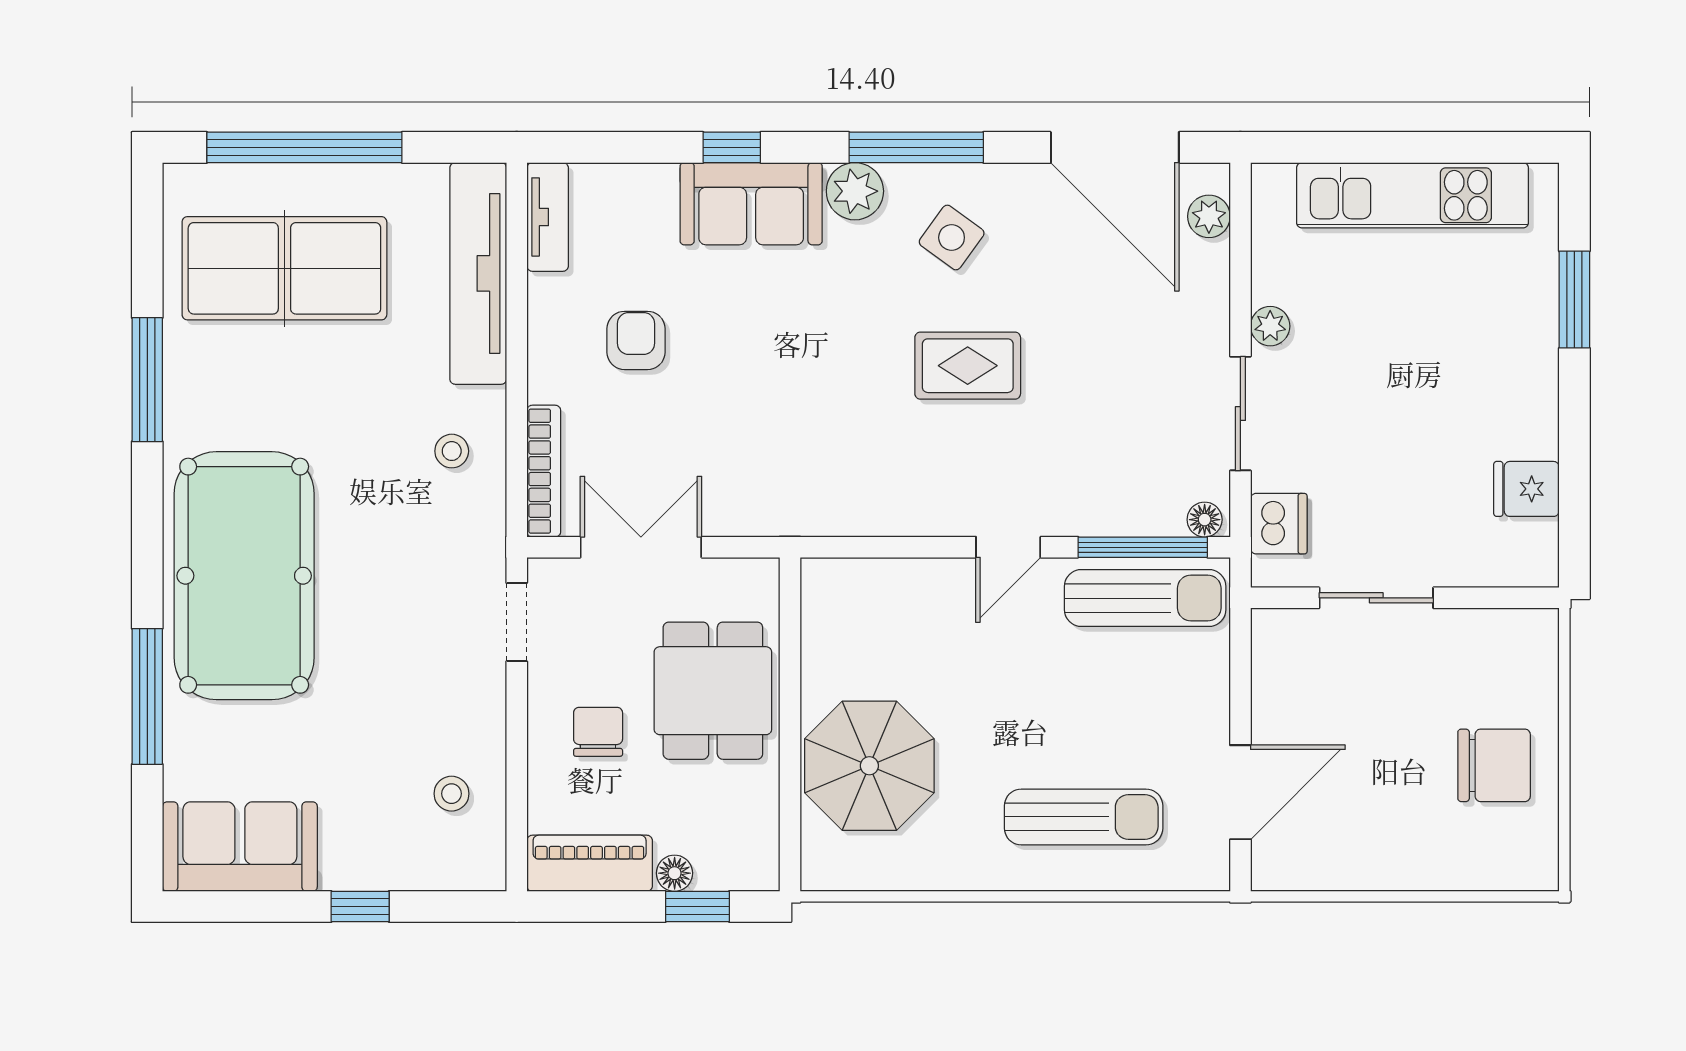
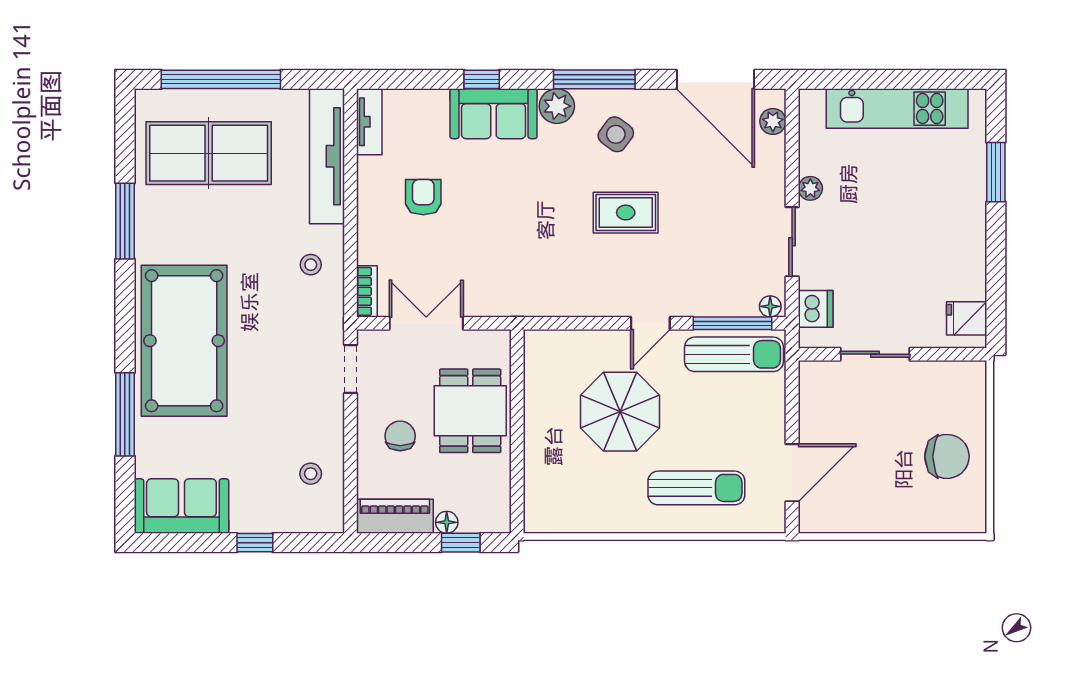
bookcase: (544, 471) -> (367, 291), width x0.64
fridge: (1526, 489) -> (967, 318), moved
parasol: (869, 766) -> (620, 412), moved

